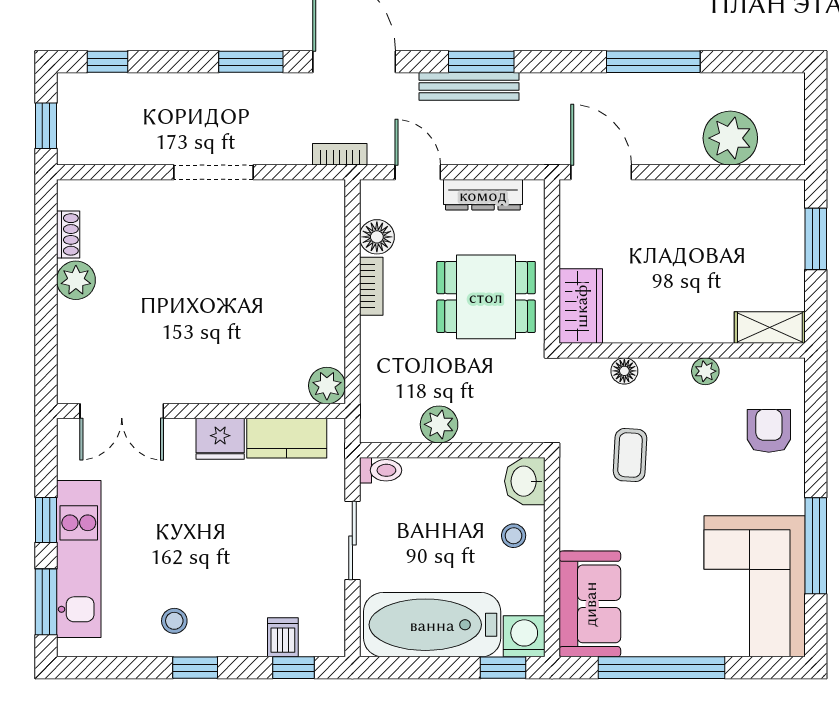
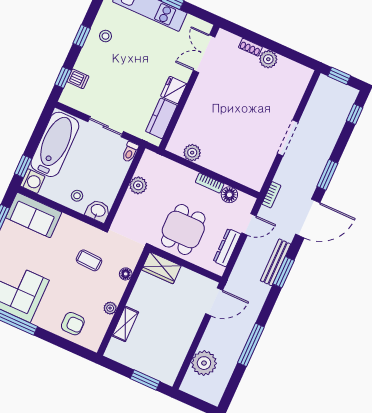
shoe rack: (68, 234) -> (250, 47), moved
shelving: (770, 327) -> (125, 324), moved
plant: (327, 386) -> (192, 153), moved

